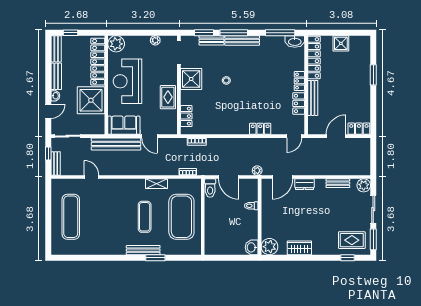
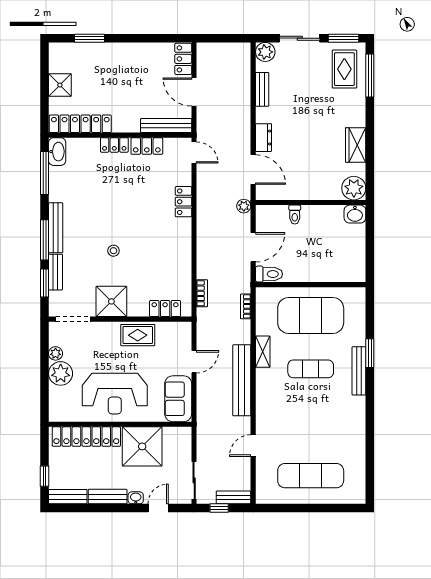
plant: (116, 44) -> (61, 373), moved
window: (373, 75) -> (90, 38), moved
bench: (313, 98) -> (166, 126), moved
door: (48, 111) -> (158, 508), hinge flipped
bench: (116, 144) -> (242, 380), moved
window: (347, 258) -> (370, 75), width x2.17

